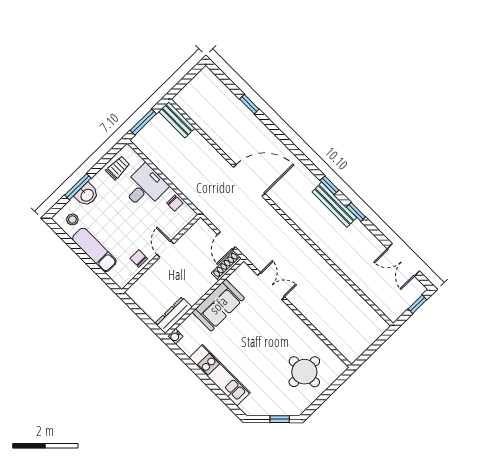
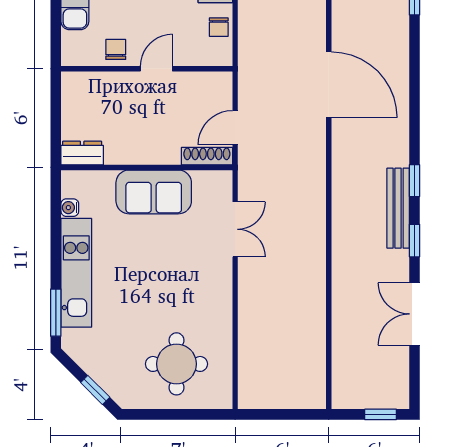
double door: (403, 260) -> (415, 314), moved
dresser: (174, 315) -> (82, 153), width x0.70
water cooler: (175, 336) -> (70, 208), moved
window: (228, 402) -> (56, 313), added

